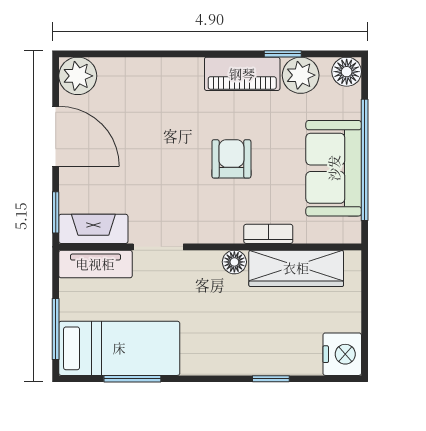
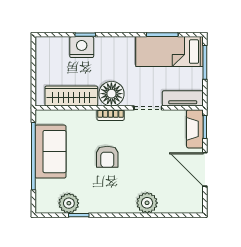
floor lamp: (347, 72) -> (43, 205), removed
piano: (242, 74) -> (101, 204), removed
plant: (78, 76) -> (147, 203), moved
fireplace: (93, 229) -> (195, 129), moved, turned 90
bookcase: (268, 234) -> (111, 115), moved
floor lamp: (234, 262) -> (111, 94), width x1.89, depth x1.89
nightstand: (342, 354) -> (82, 47), moved, turned 90

